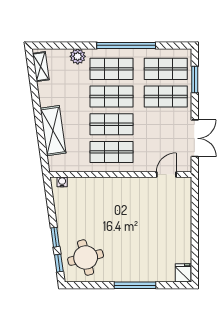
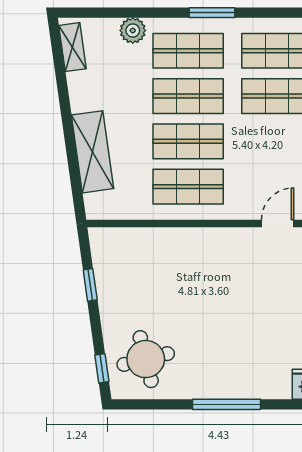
window: (126, 45) -> (212, 13), width x0.47
water cooler: (62, 182) -> (107, 235), removed
window: (55, 237) -> (90, 285), moved

